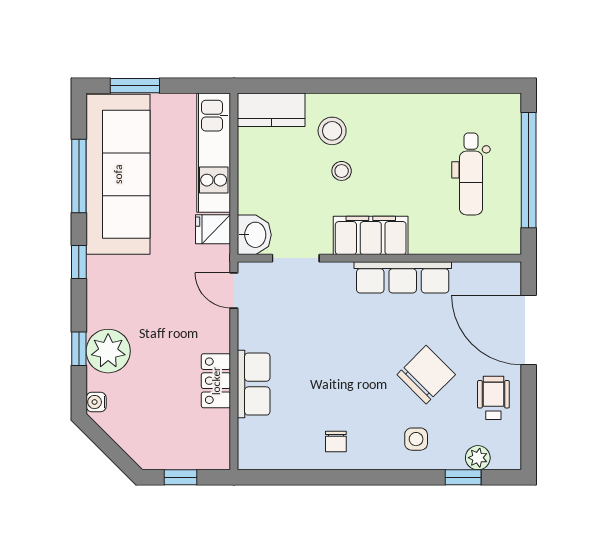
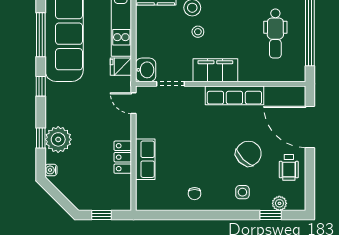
wheelchair: (493, 398) -> (289, 167), turned 180

